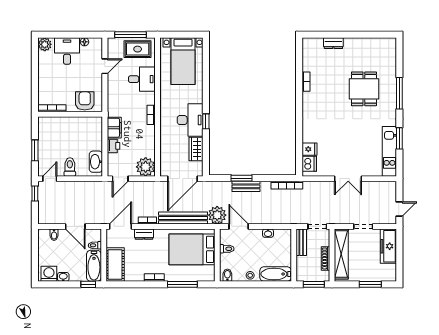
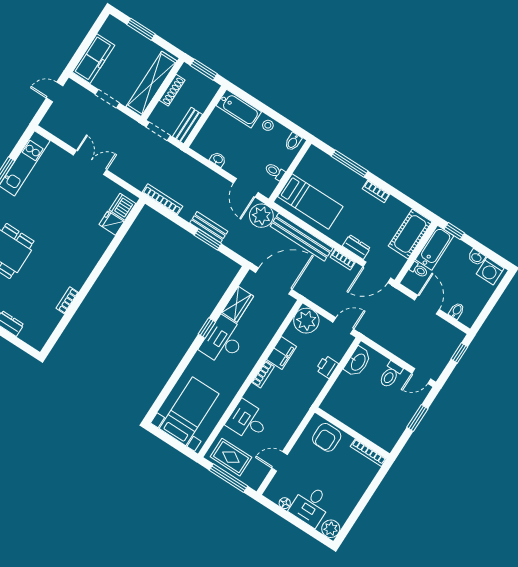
filing cabinet: (114, 128) -> (282, 353), moved, turned 180
window: (35, 193) -> (459, 353), moved
bed: (192, 249) -> (310, 202), width x0.67

